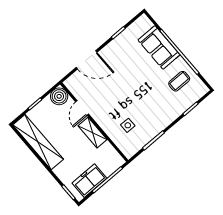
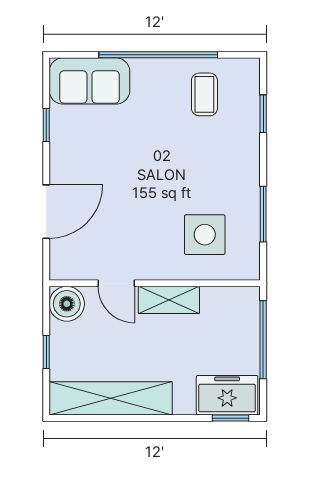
sofa: (159, 47) -> (89, 81), moved
side table: (128, 125) -> (205, 235), width x1.87, depth x1.87
freezer: (89, 181) -> (227, 395), moved, turned 90

